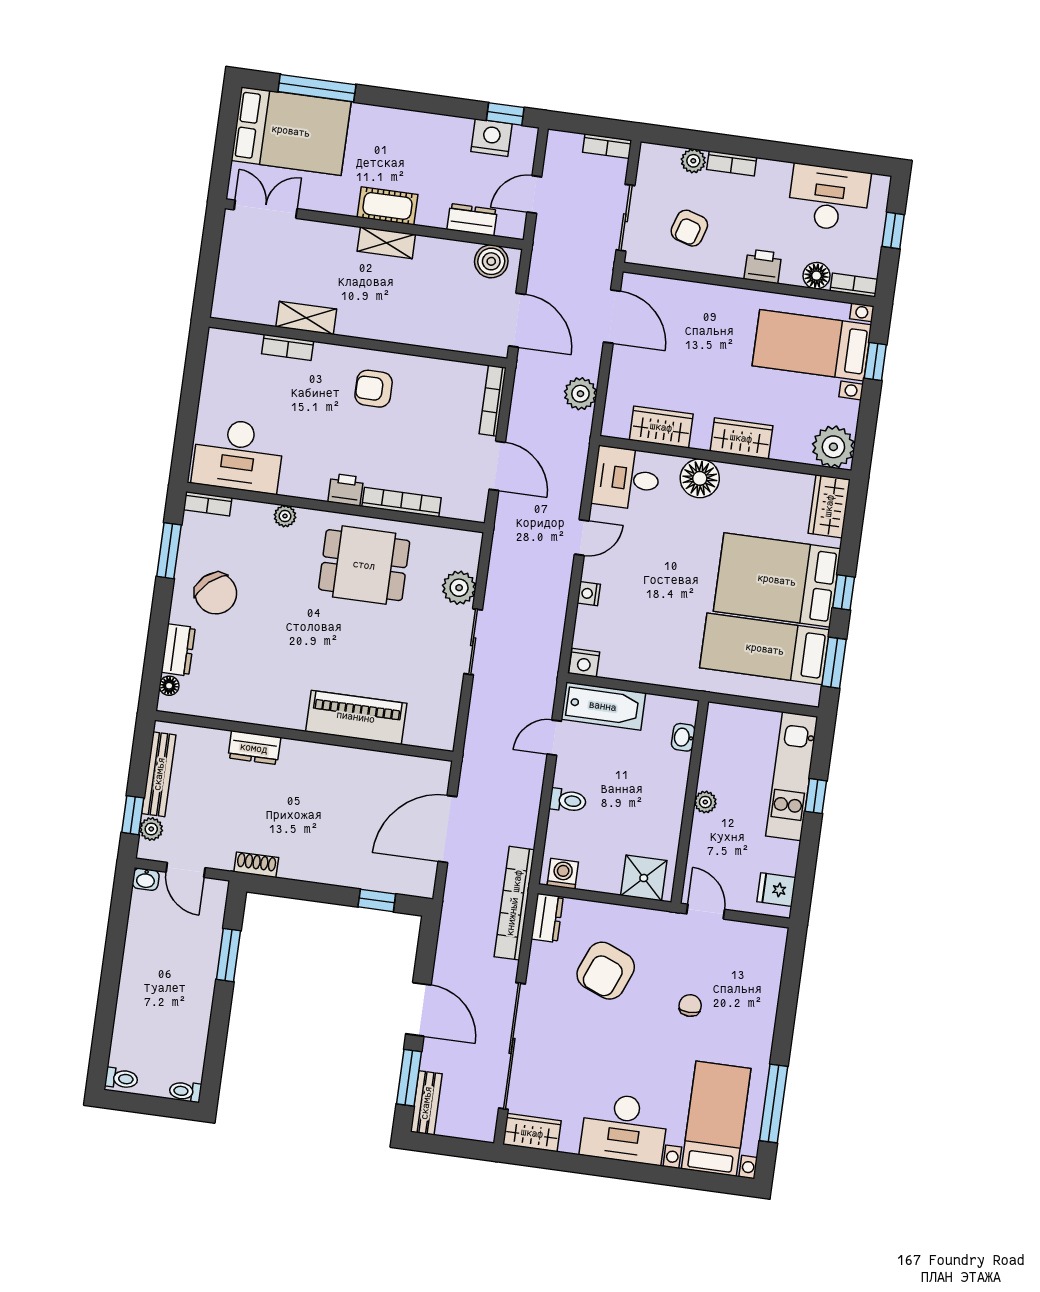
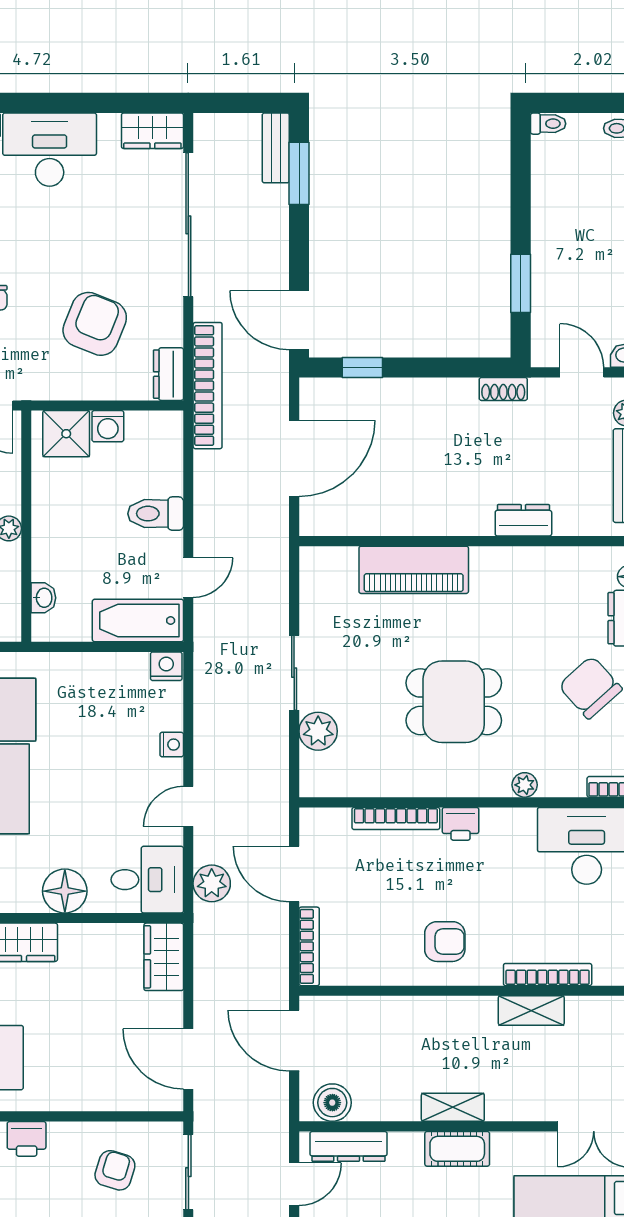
dresser: (472, 220) -> (348, 1146), width x1.44
bookcase: (288, 347) -> (548, 975), width x1.56
plant: (580, 394) -> (212, 883), moved
wardrobe: (661, 427) -> (164, 957), moved, turned 90
dining table: (364, 565) -> (454, 702), moved
toilet: (568, 801) -> (156, 514), width x1.37, depth x1.39
washing machine: (563, 874) -> (108, 426), moved
door: (418, 1009) -> (299, 320), moved

